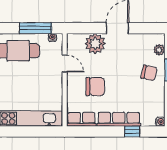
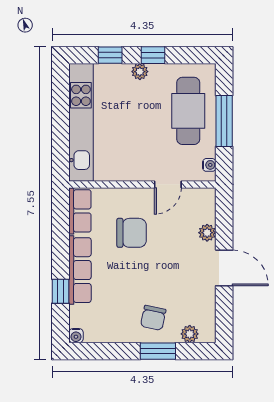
window: (35, 28) -> (224, 121), moved
plant: (95, 44) -> (207, 233), width x0.53, depth x0.53
chair: (95, 87) -> (132, 233), turned -90

